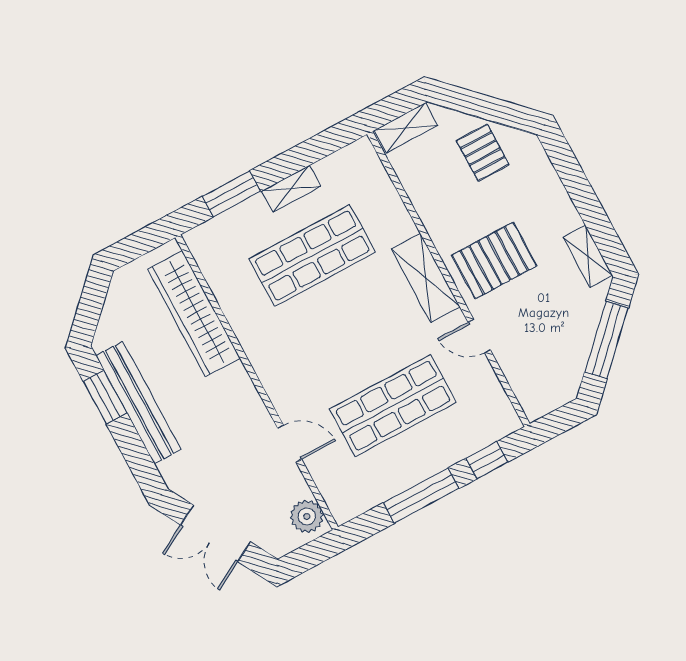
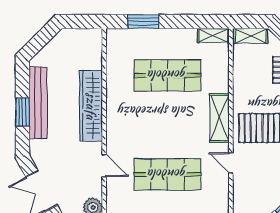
shelving: (291, 189) -> (213, 35), moved
wardrobe: (194, 314) -> (91, 106), moved
window: (105, 397) -> (22, 112), moved

